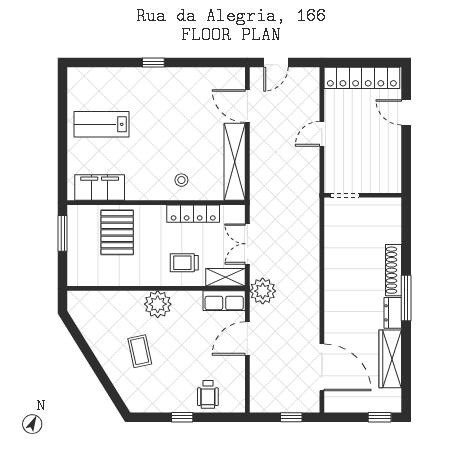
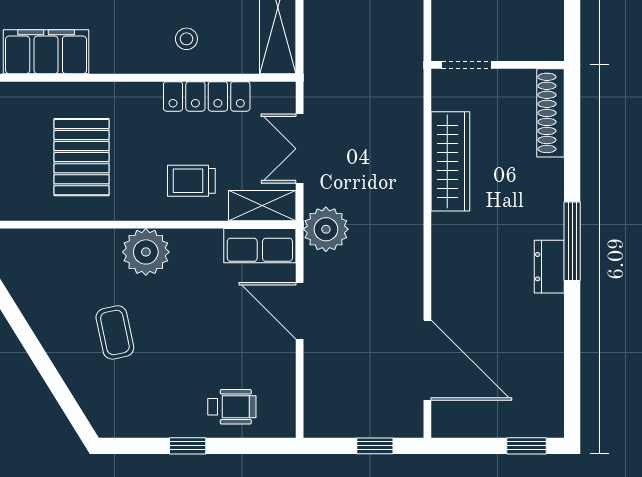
pallet: (117, 232) -> (82, 157), moved
shoe rack: (394, 270) -> (550, 113), moved
door: (247, 338) -> (300, 311), hinge flipped
wardrobe: (390, 359) -> (450, 161), moved, turned 180
wheelchair: (208, 394) -> (232, 407), turned -90

